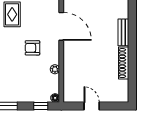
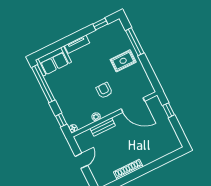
door: (61, 26) -> (133, 105), hinge flipped
bench: (123, 32) -> (103, 127), moved

